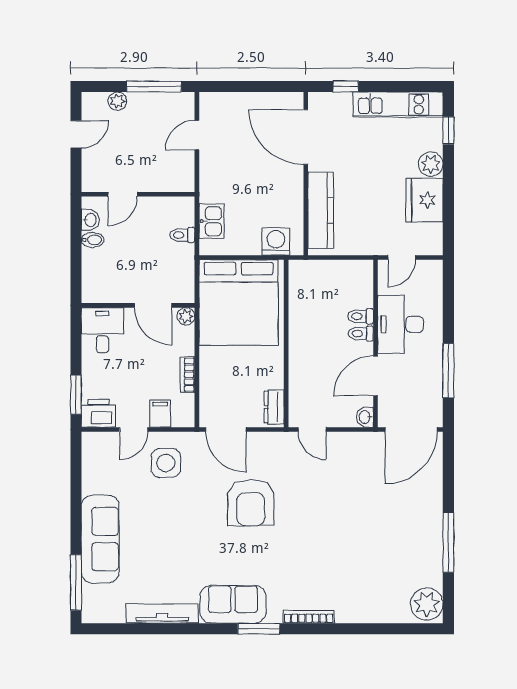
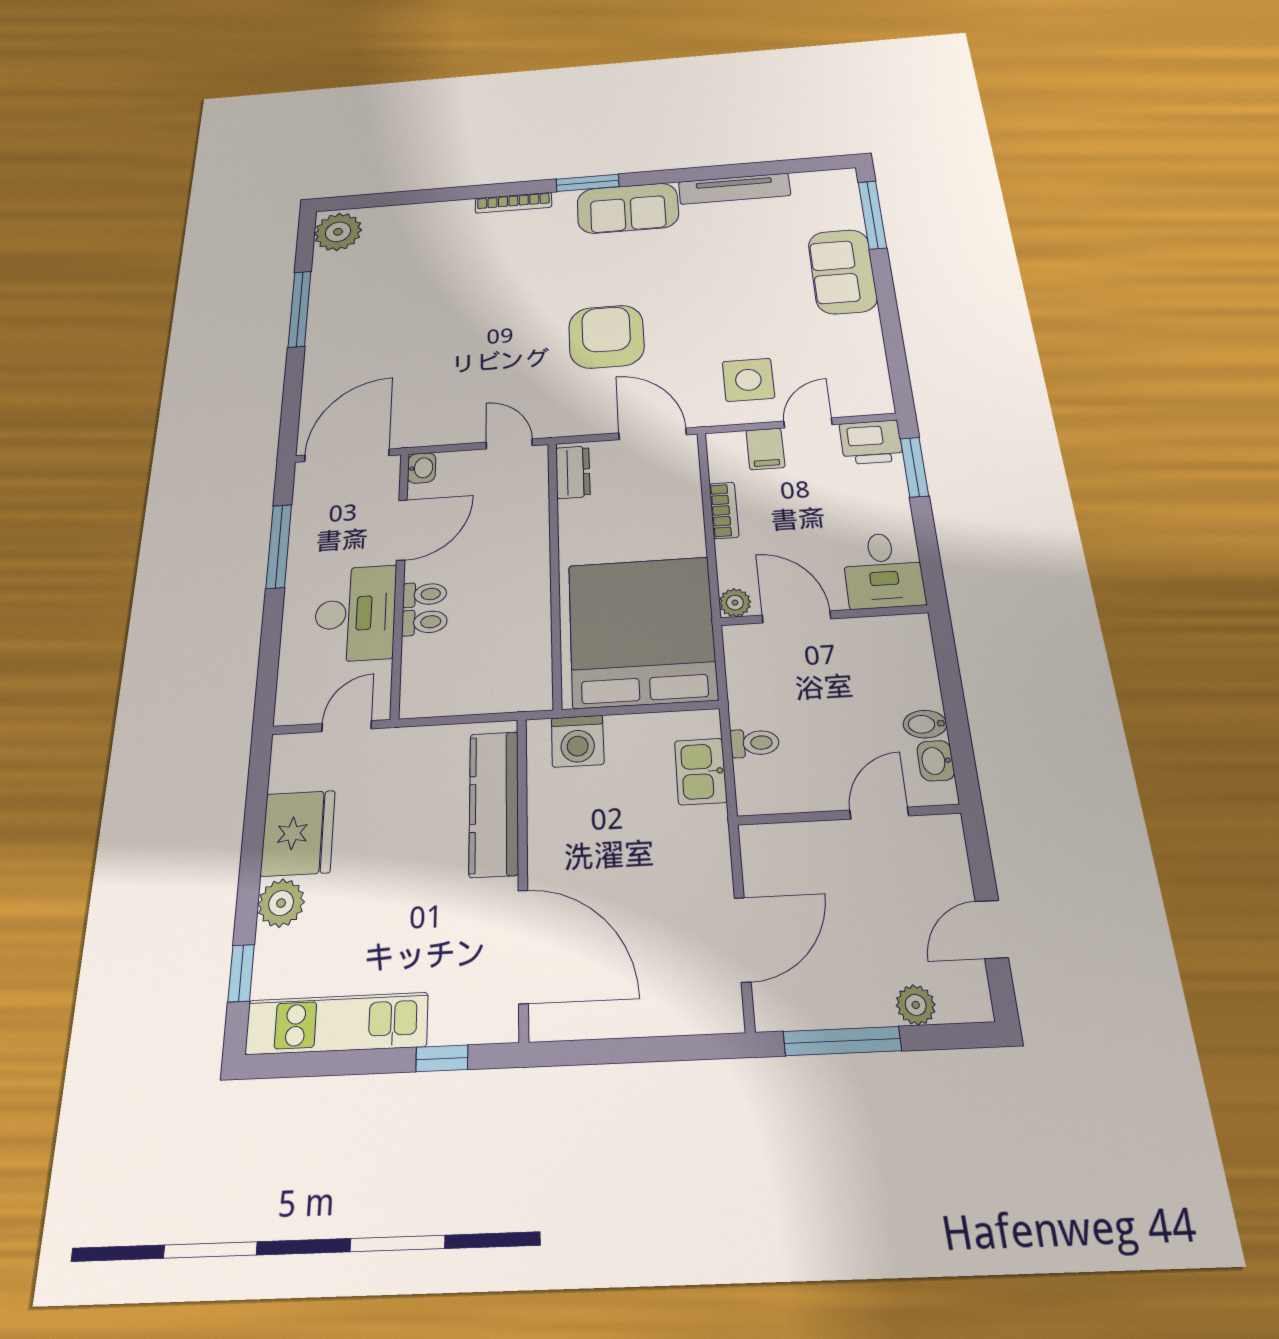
door: (197, 135) -> (743, 939), width x1.38
sofa: (100, 539) -> (843, 271), width x0.73

